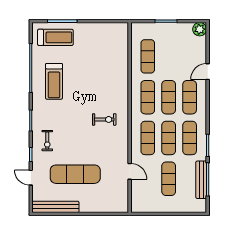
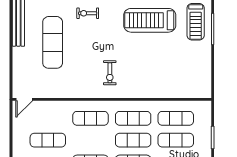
treadmill: (54, 81) -> (150, 20), width x1.37, depth x1.38
exercise mat: (169, 138) -> (176, 140), moved
door: (130, 171) -> (24, 99), moved

